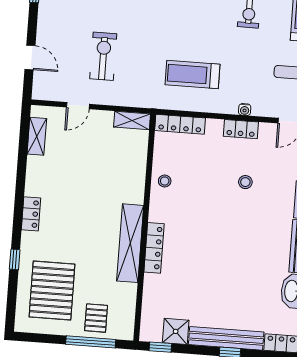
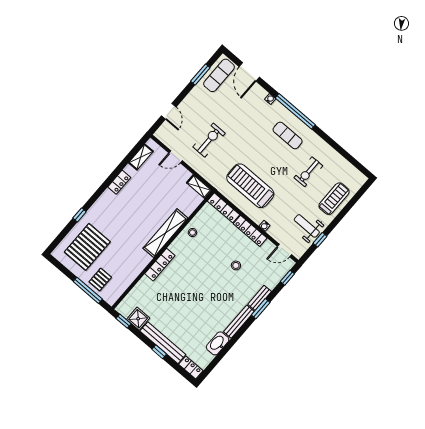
treadmill: (192, 74) -> (250, 186), width x1.37, depth x1.38
locker: (241, 129) -> (250, 231), width x1.53
locker: (31, 214) -> (119, 182), moved
shelving: (130, 243) -> (165, 233), moved

